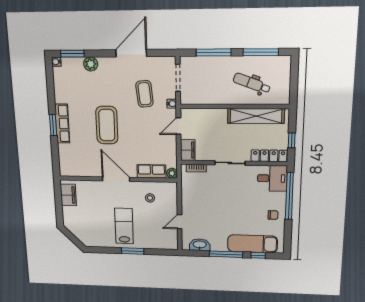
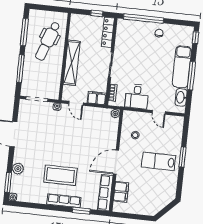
dental chair: (252, 83) -> (48, 41), width x1.36, depth x1.38
coffee table: (144, 94) -> (47, 128), removed
shelving: (256, 116) -> (72, 63), moved
window: (53, 125) -> (81, 211), moved
coffee table: (107, 125) -> (60, 175), moved
row of seats: (151, 171) -> (105, 193), moved, width x1.48
desk: (272, 178) -> (137, 96), moved, turned 180
filing cabinet: (68, 195) -> (121, 192), moved, turned 90
exam couch: (252, 244) -> (182, 67), moved
window: (258, 255) -> (196, 38), moved

